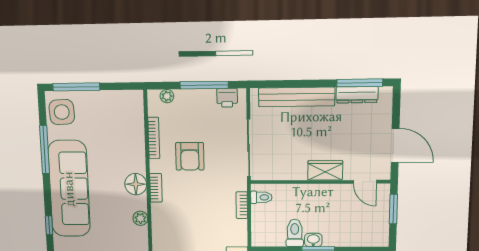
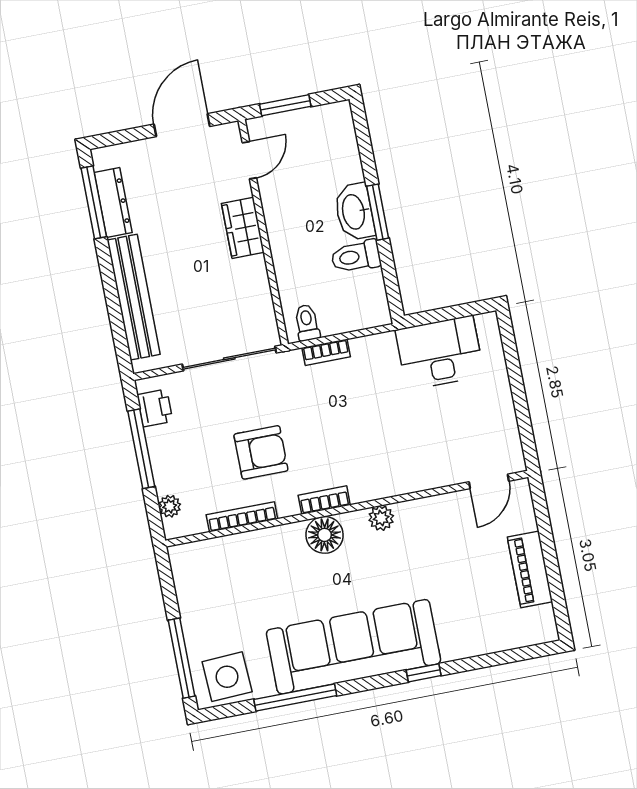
washbasin: (313, 240) -> (354, 212), width x1.91, depth x1.45

